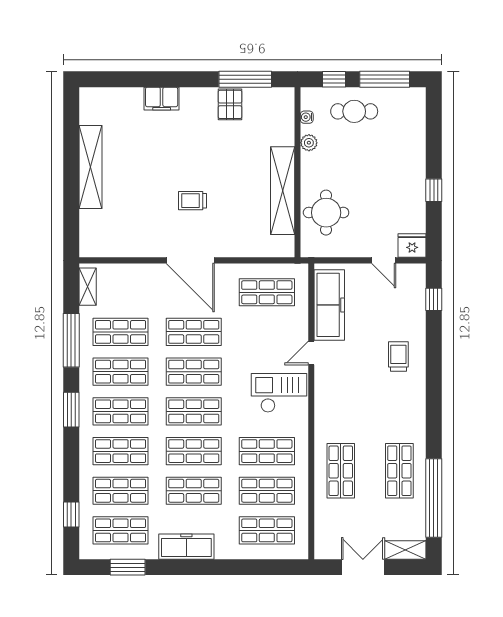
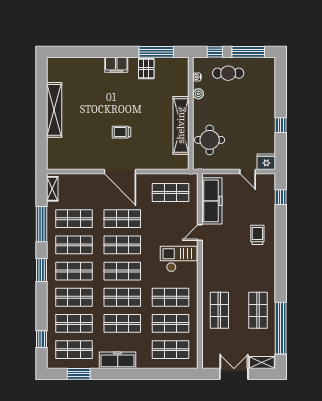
filing cabinet: (162, 99) -> (116, 65), moved

